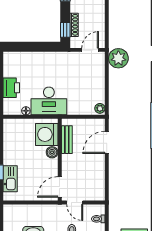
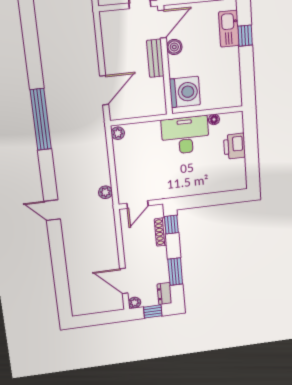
plant: (118, 58) -> (105, 192), width x0.53, depth x0.53
bench: (67, 140) -> (155, 58), moved
boiler: (52, 152) -> (174, 47), moved

